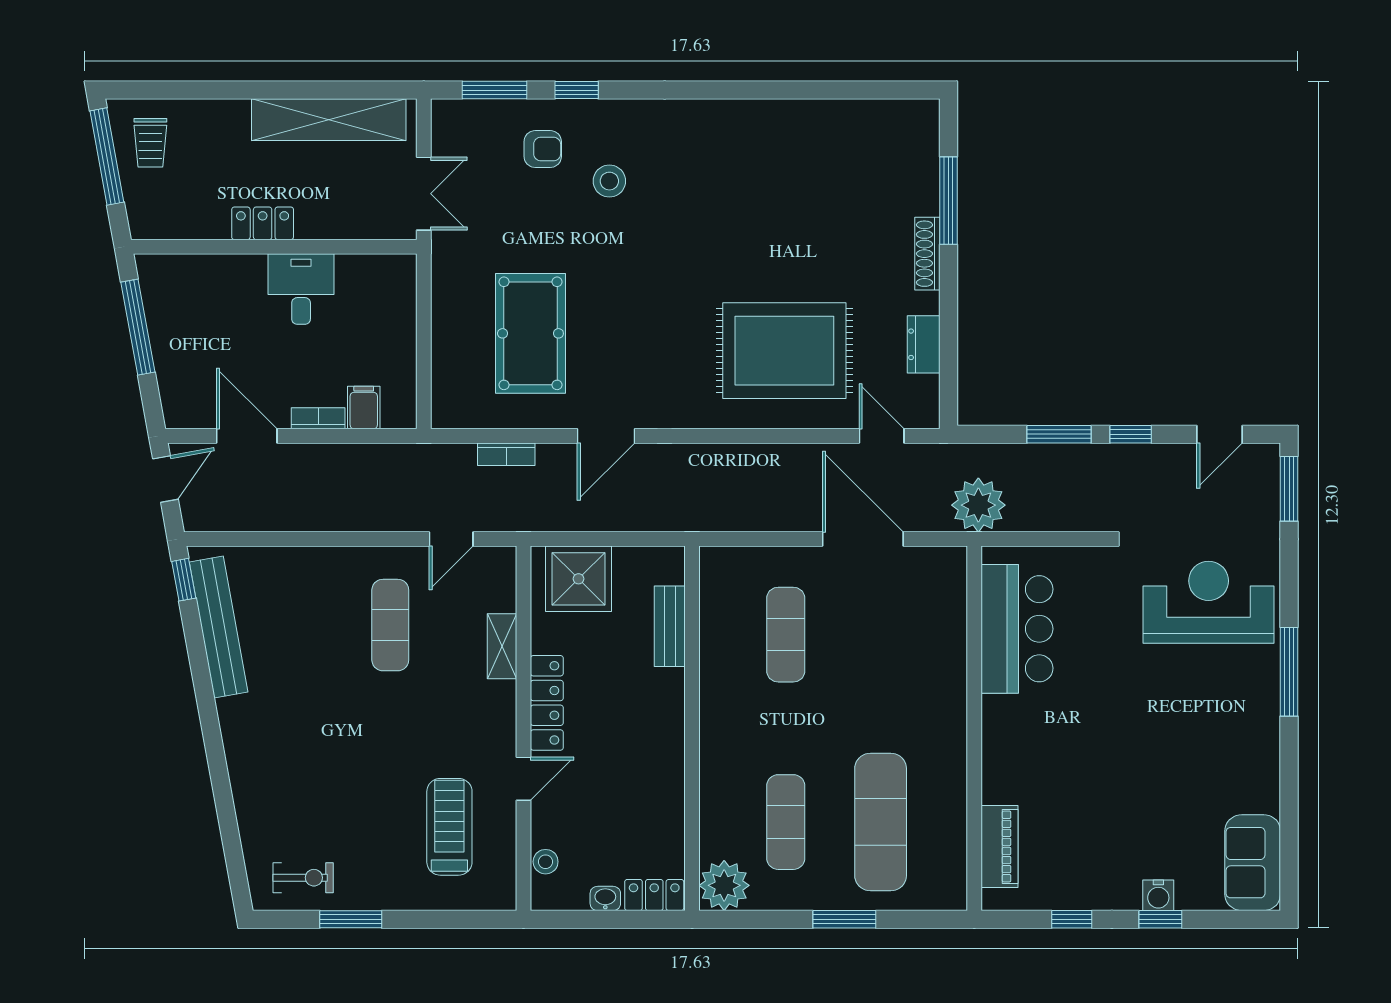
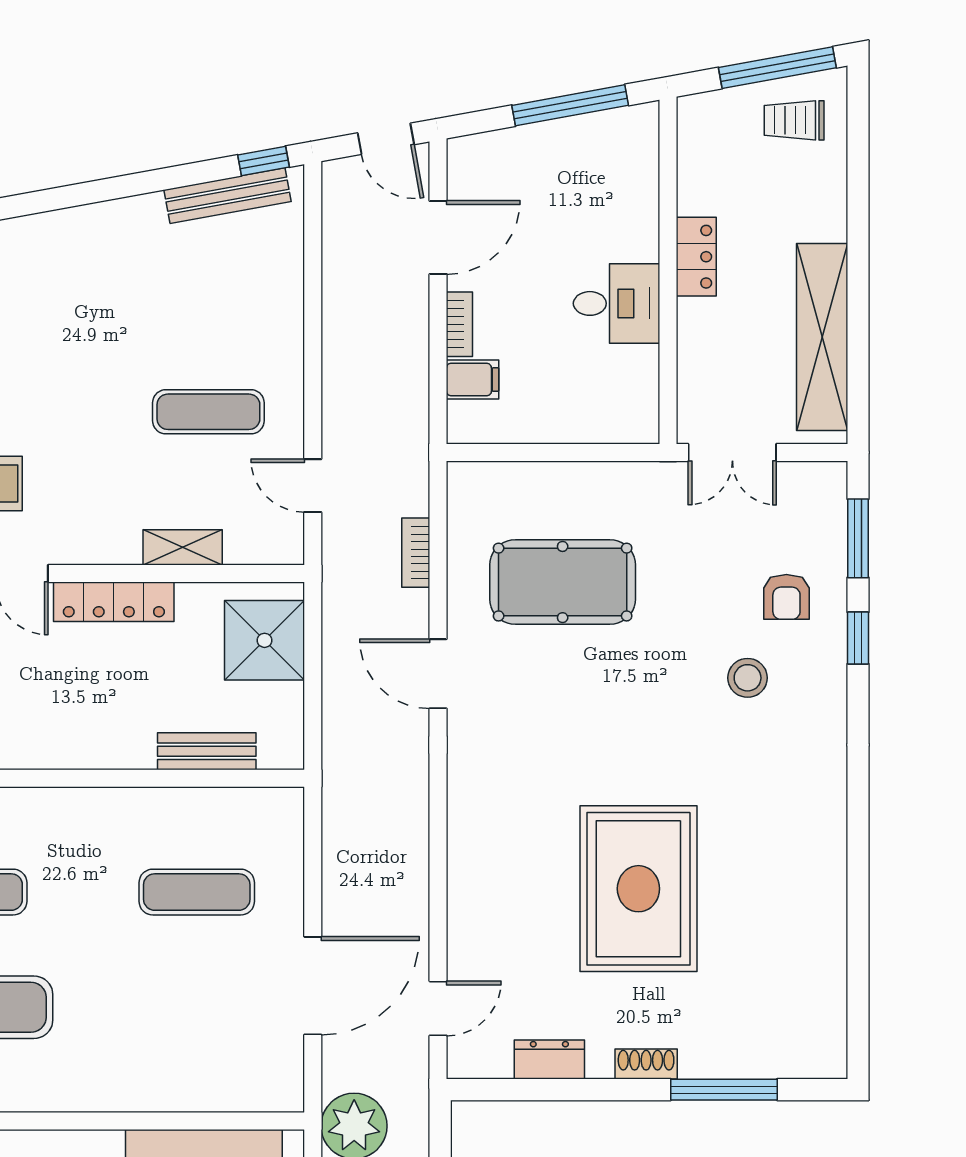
shoe rack: (927, 254) -> (646, 1064), width x0.70
rug: (784, 351) -> (638, 889), moved
bench: (219, 627) -> (228, 196), width x0.73, depth x0.82

